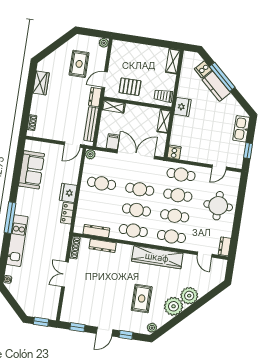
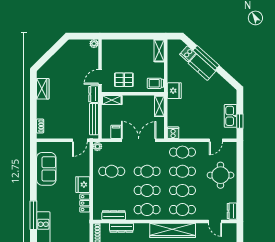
rug: (79, 64) -> (75, 66), removed
kitchen sink: (241, 129) -> (231, 116), moved

